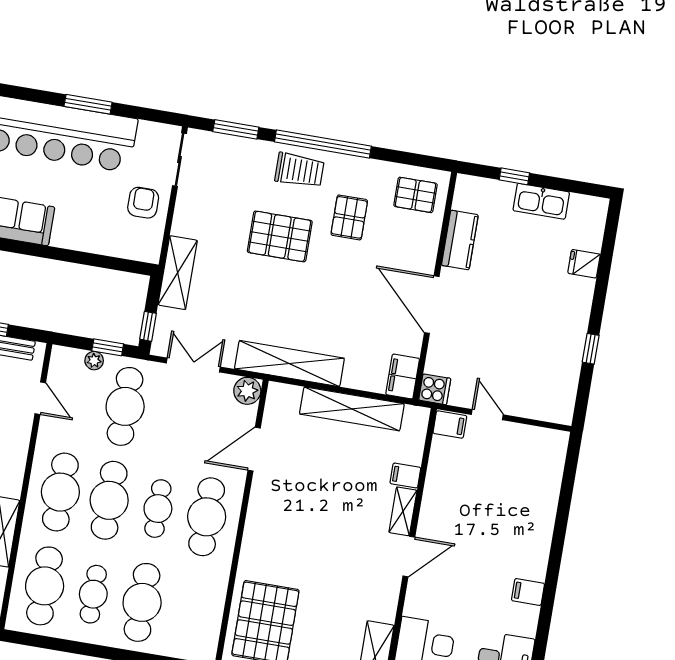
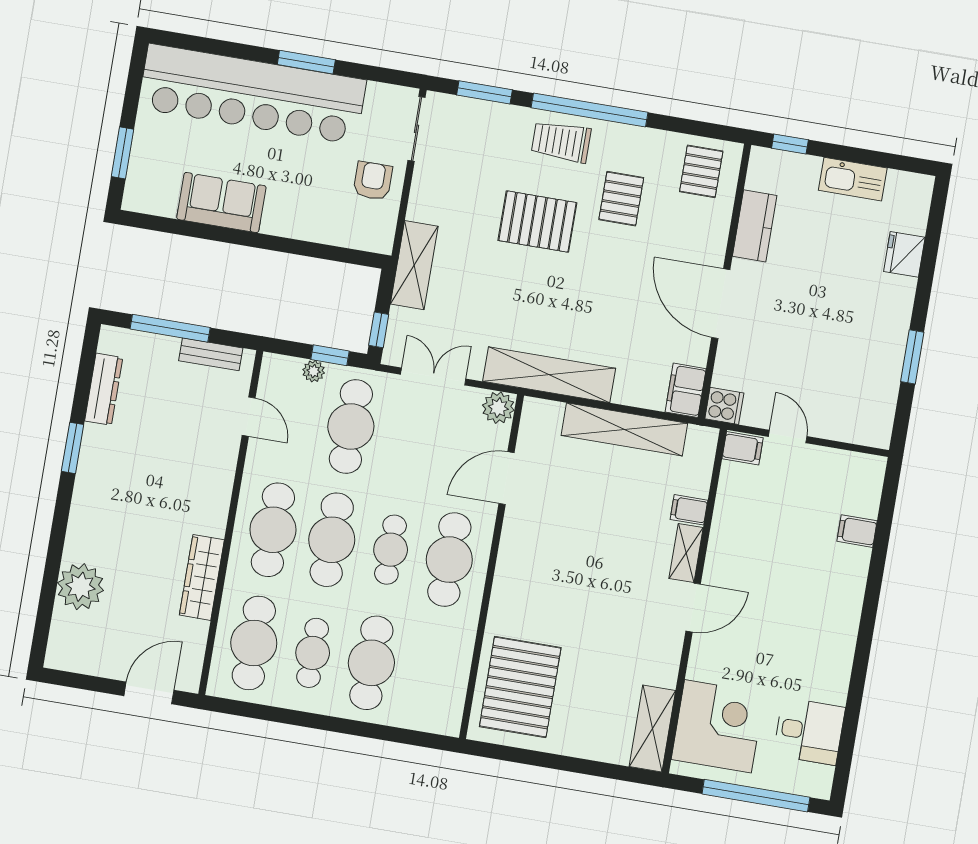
trolley: (299, 170) -> (561, 142), turned 180
window: (514, 176) -> (790, 144), moved
pallet: (416, 195) -> (701, 171), turned 90
fridge: (584, 264) -> (904, 254), width x1.38
window: (591, 349) -> (912, 357), width x1.50
filing cabinet: (528, 592) -> (857, 531), moved

